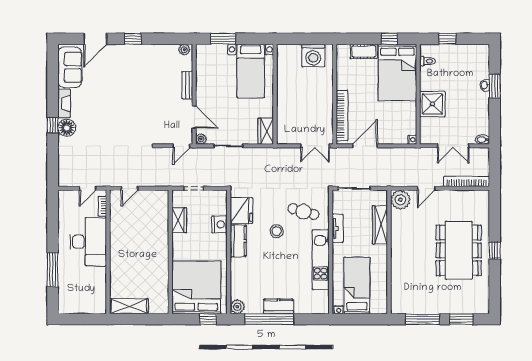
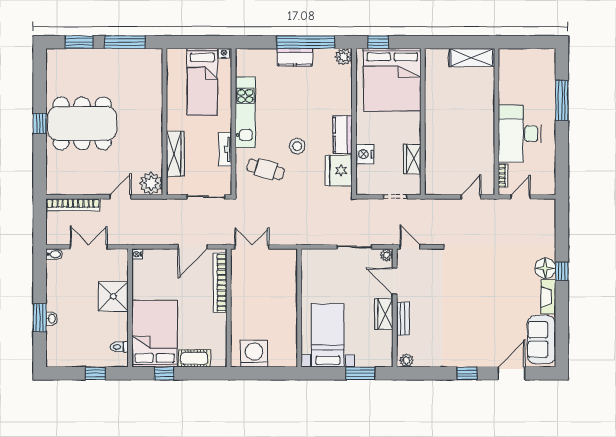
wardrobe: (266, 131) -> (384, 314), moved, turned 180
door: (181, 146) -> (410, 247), hinge flipped
dining table: (459, 250) -> (82, 123), turned 90

